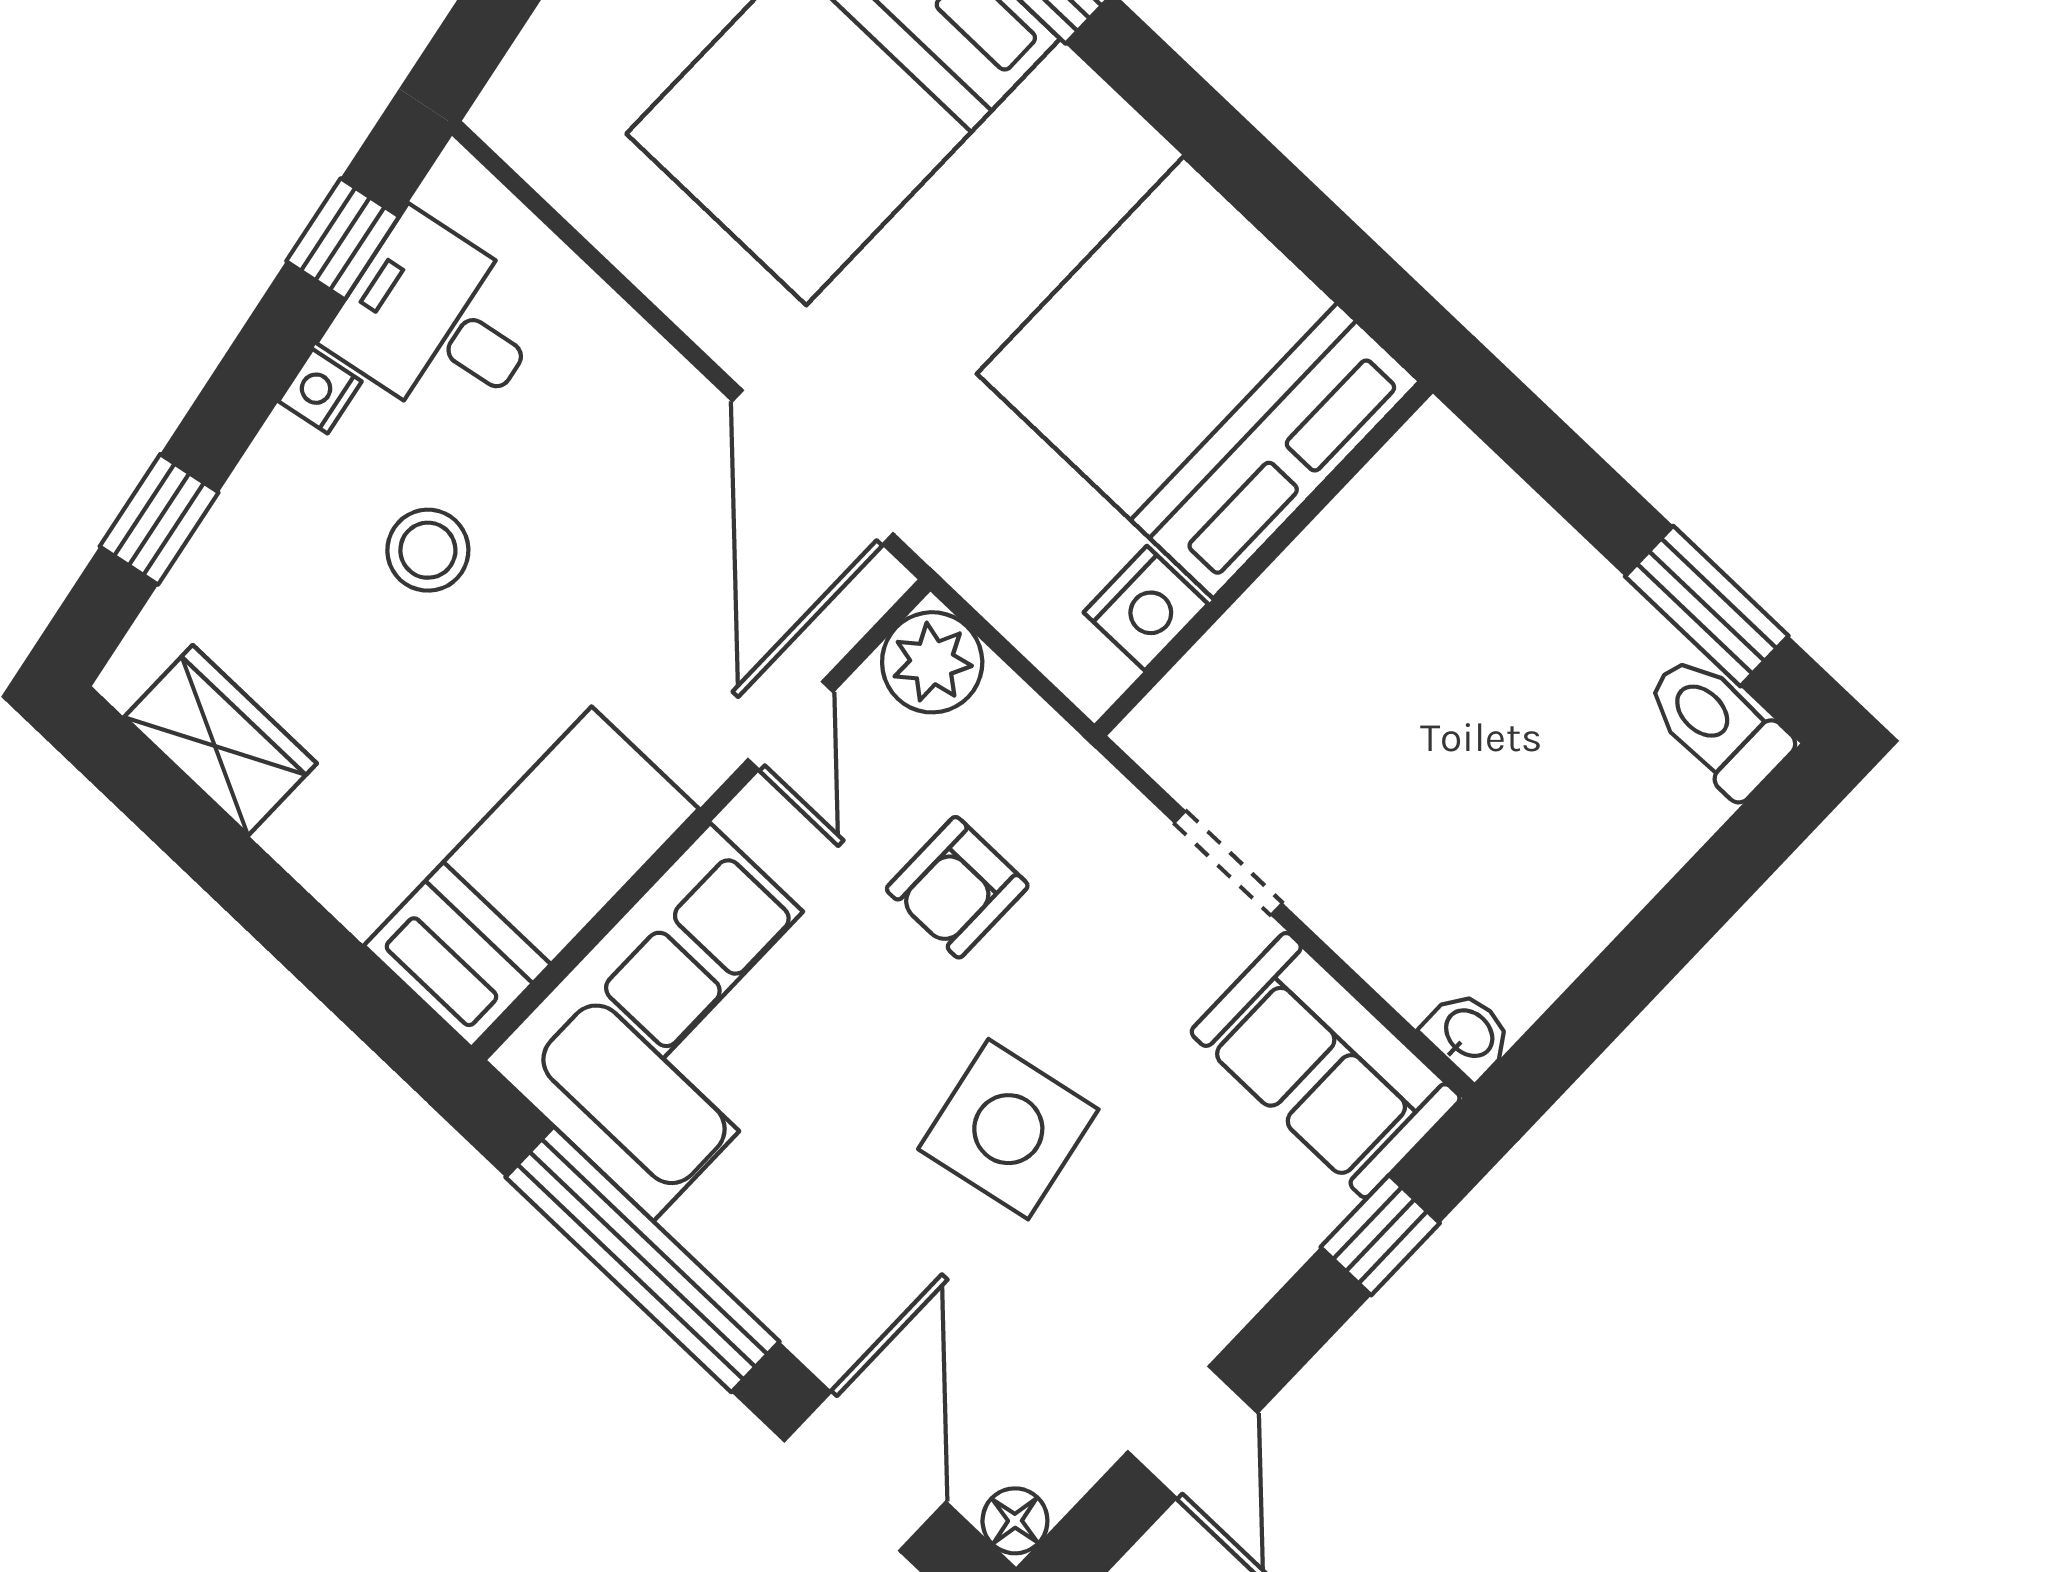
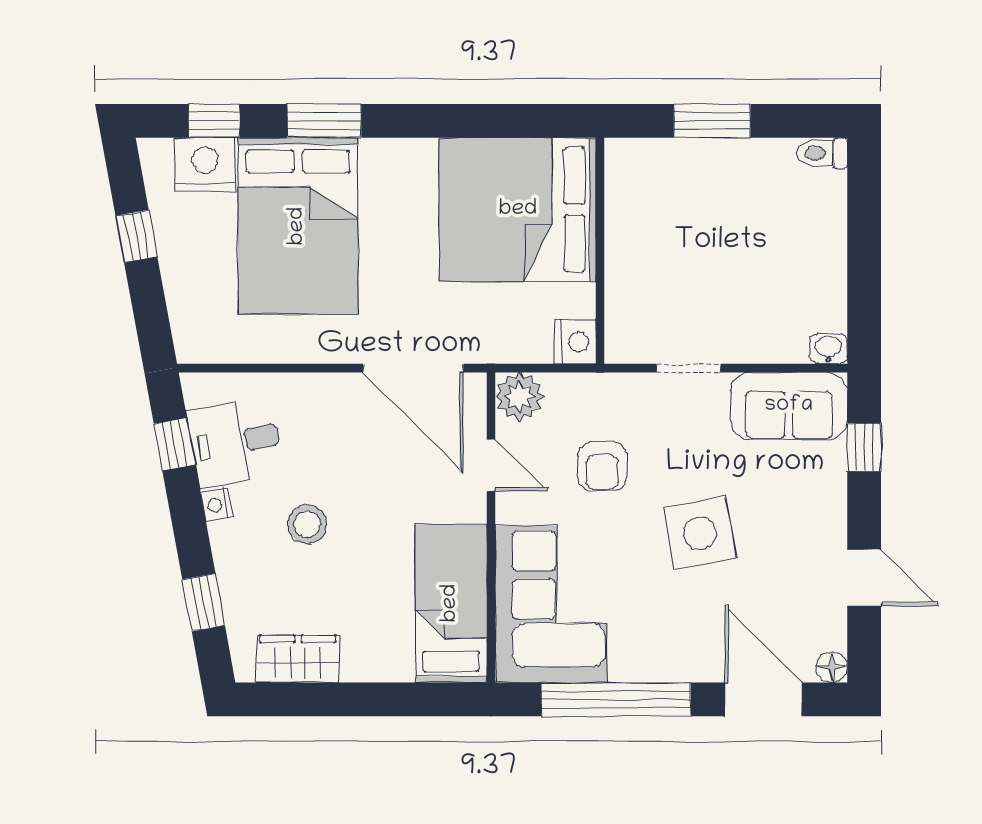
window: (1707, 606) -> (712, 121), moved
nightstand: (1146, 608) -> (576, 342), moved
toilet: (1717, 725) -> (822, 153), width x0.73, depth x0.72

